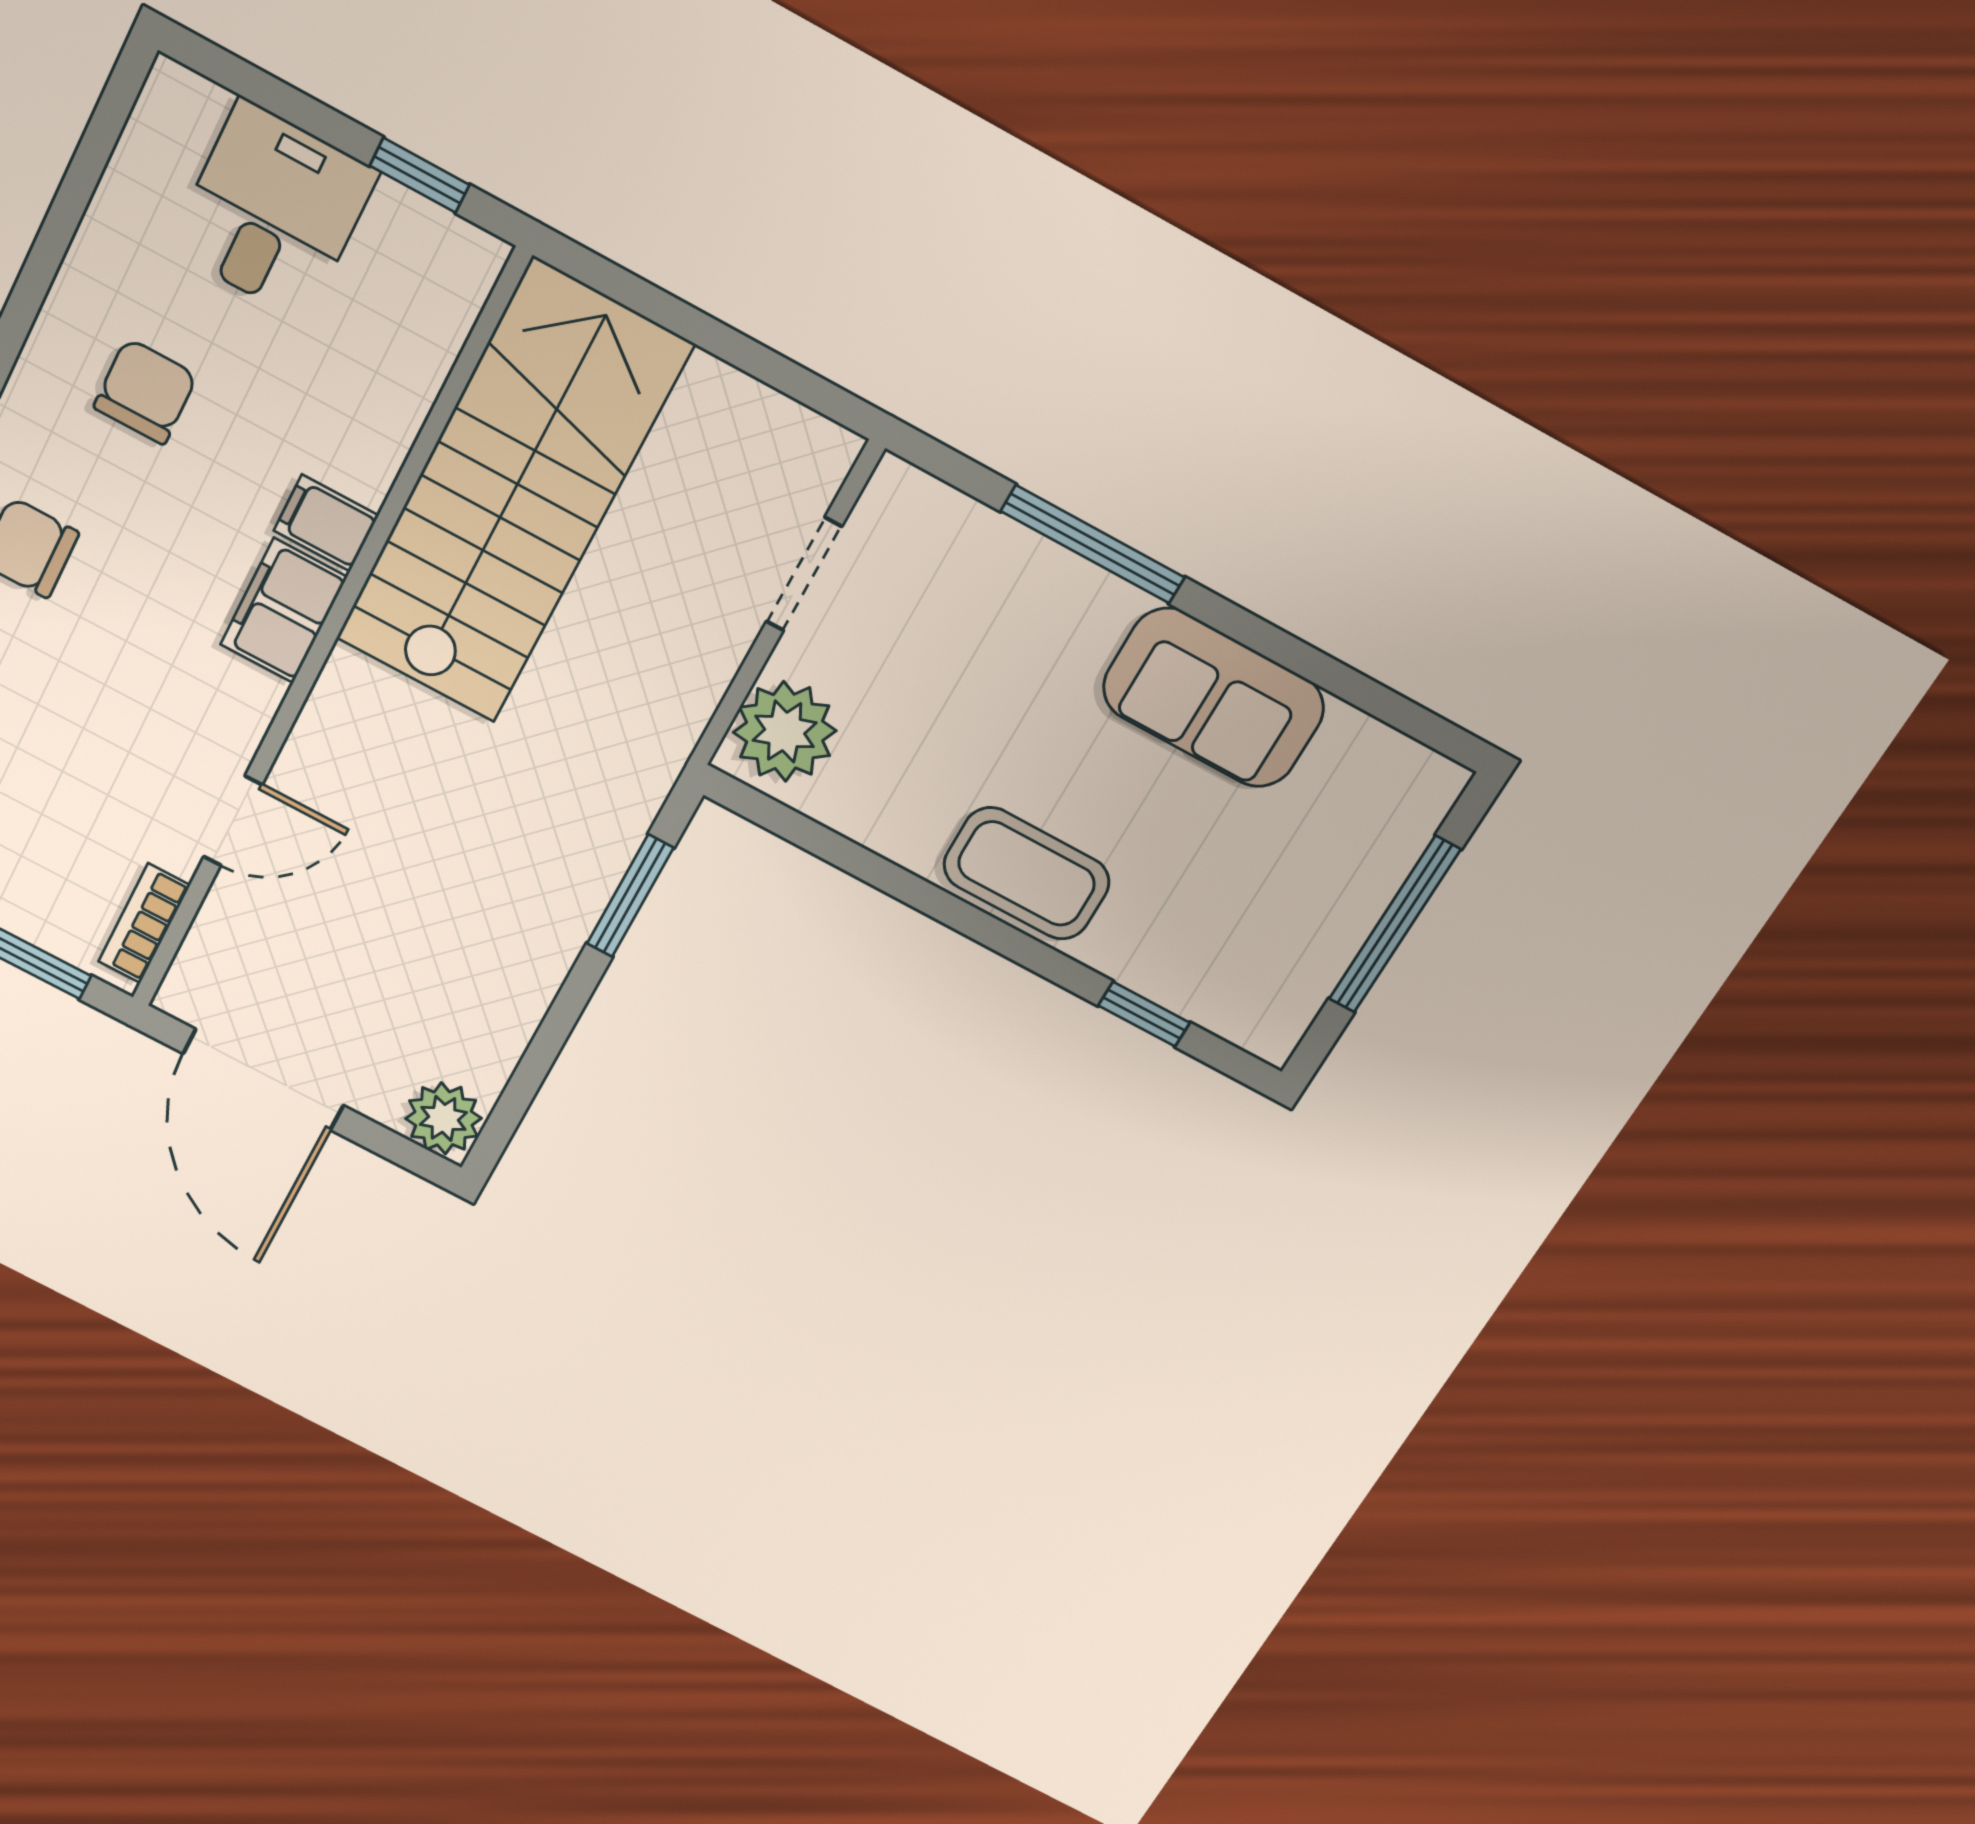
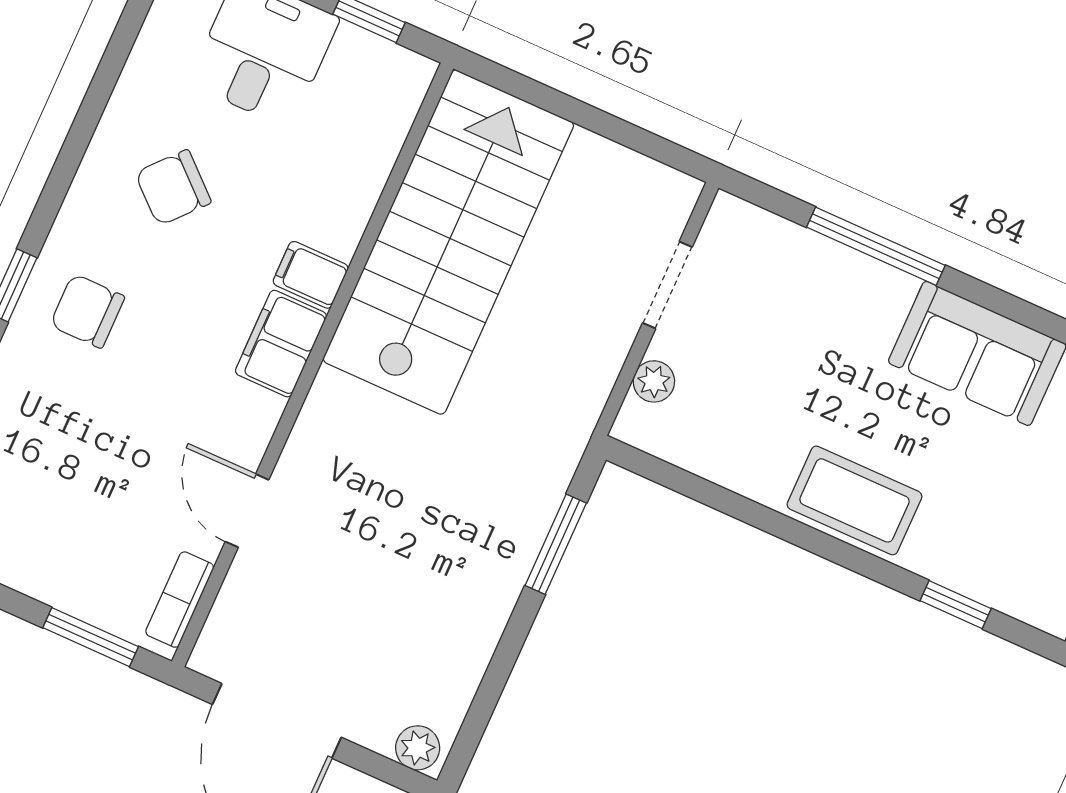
chair: (145, 391) -> (173, 188), turned -138
plant: (785, 731) -> (654, 381), width x0.53, depth x0.53
door: (233, 821) -> (247, 511), swing flipped
plant: (443, 1118) -> (418, 748), width x0.73, depth x0.73

